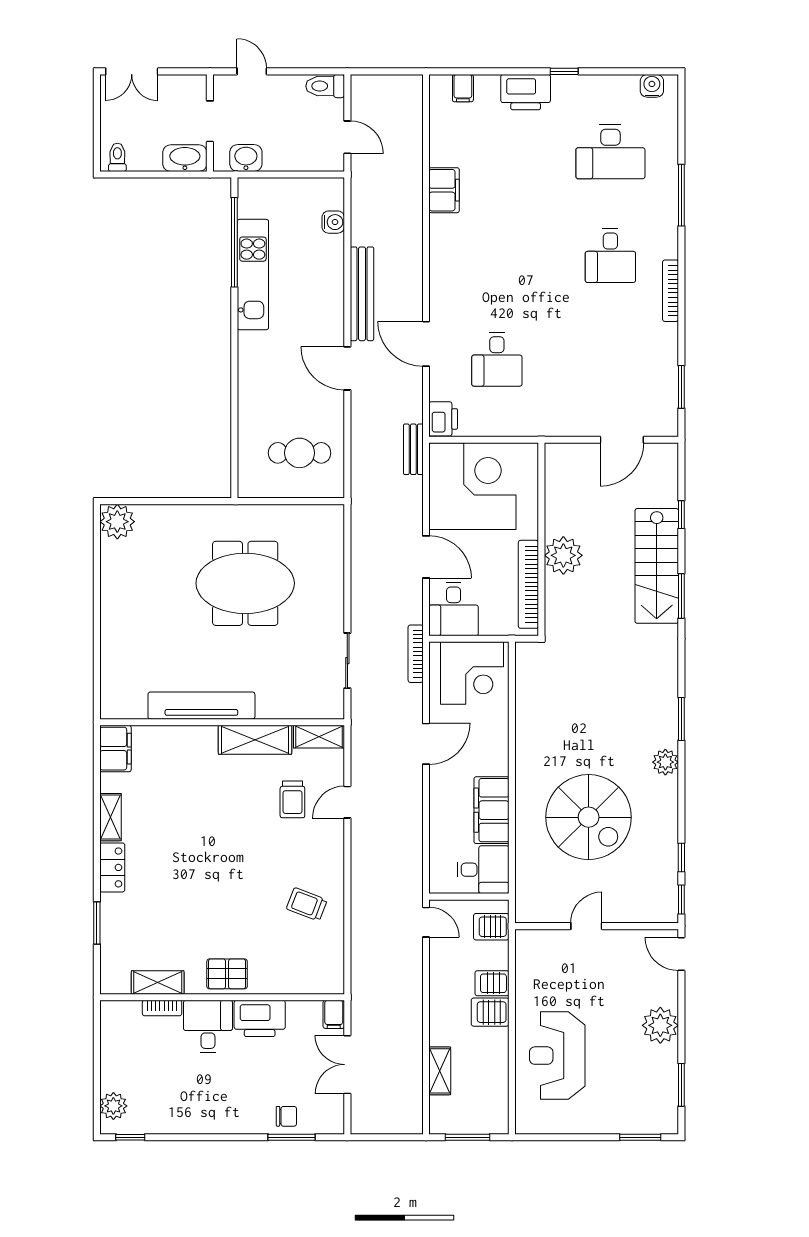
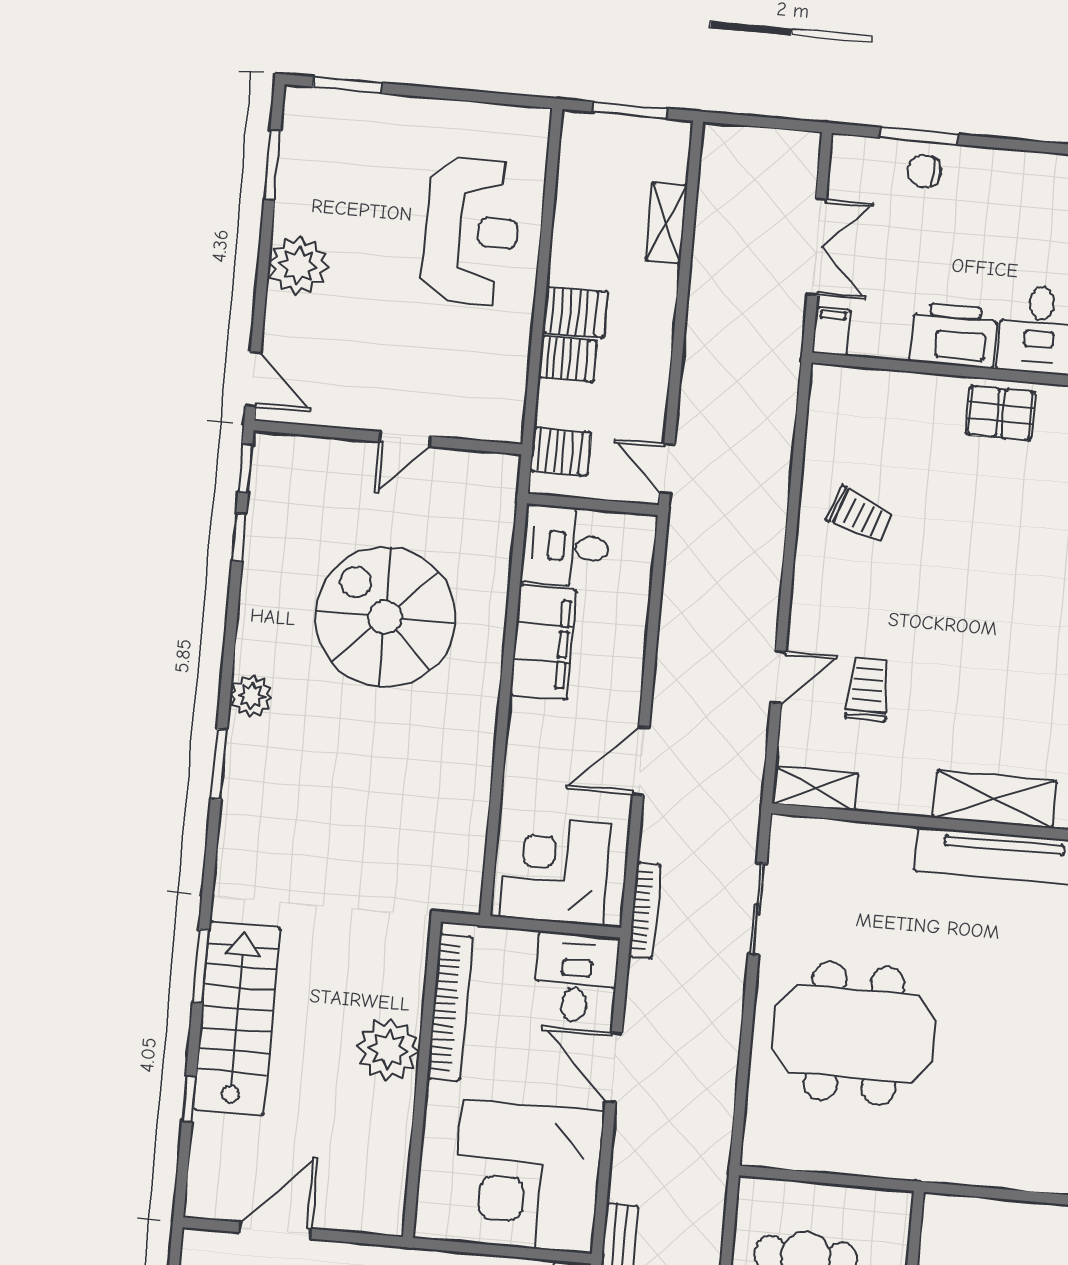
meeting table: (245, 583) -> (854, 1033), moved
shelving: (255, 740) -> (995, 799), moved

